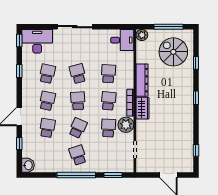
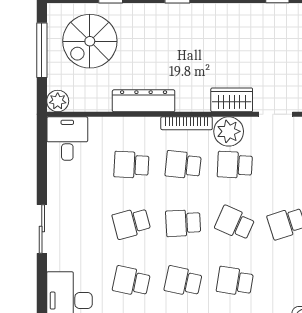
sliding door: (75, 27) -> (42, 229), width x0.73
wardrobe: (142, 108) -> (232, 100), moved

